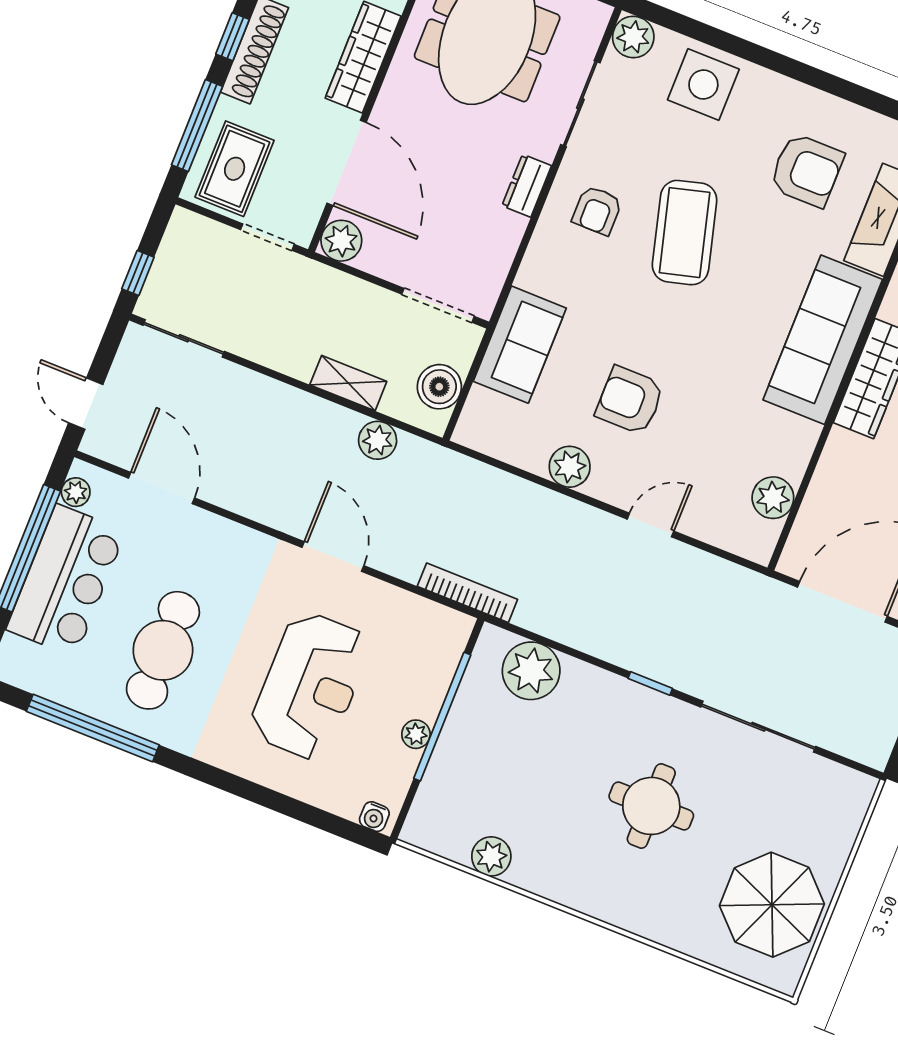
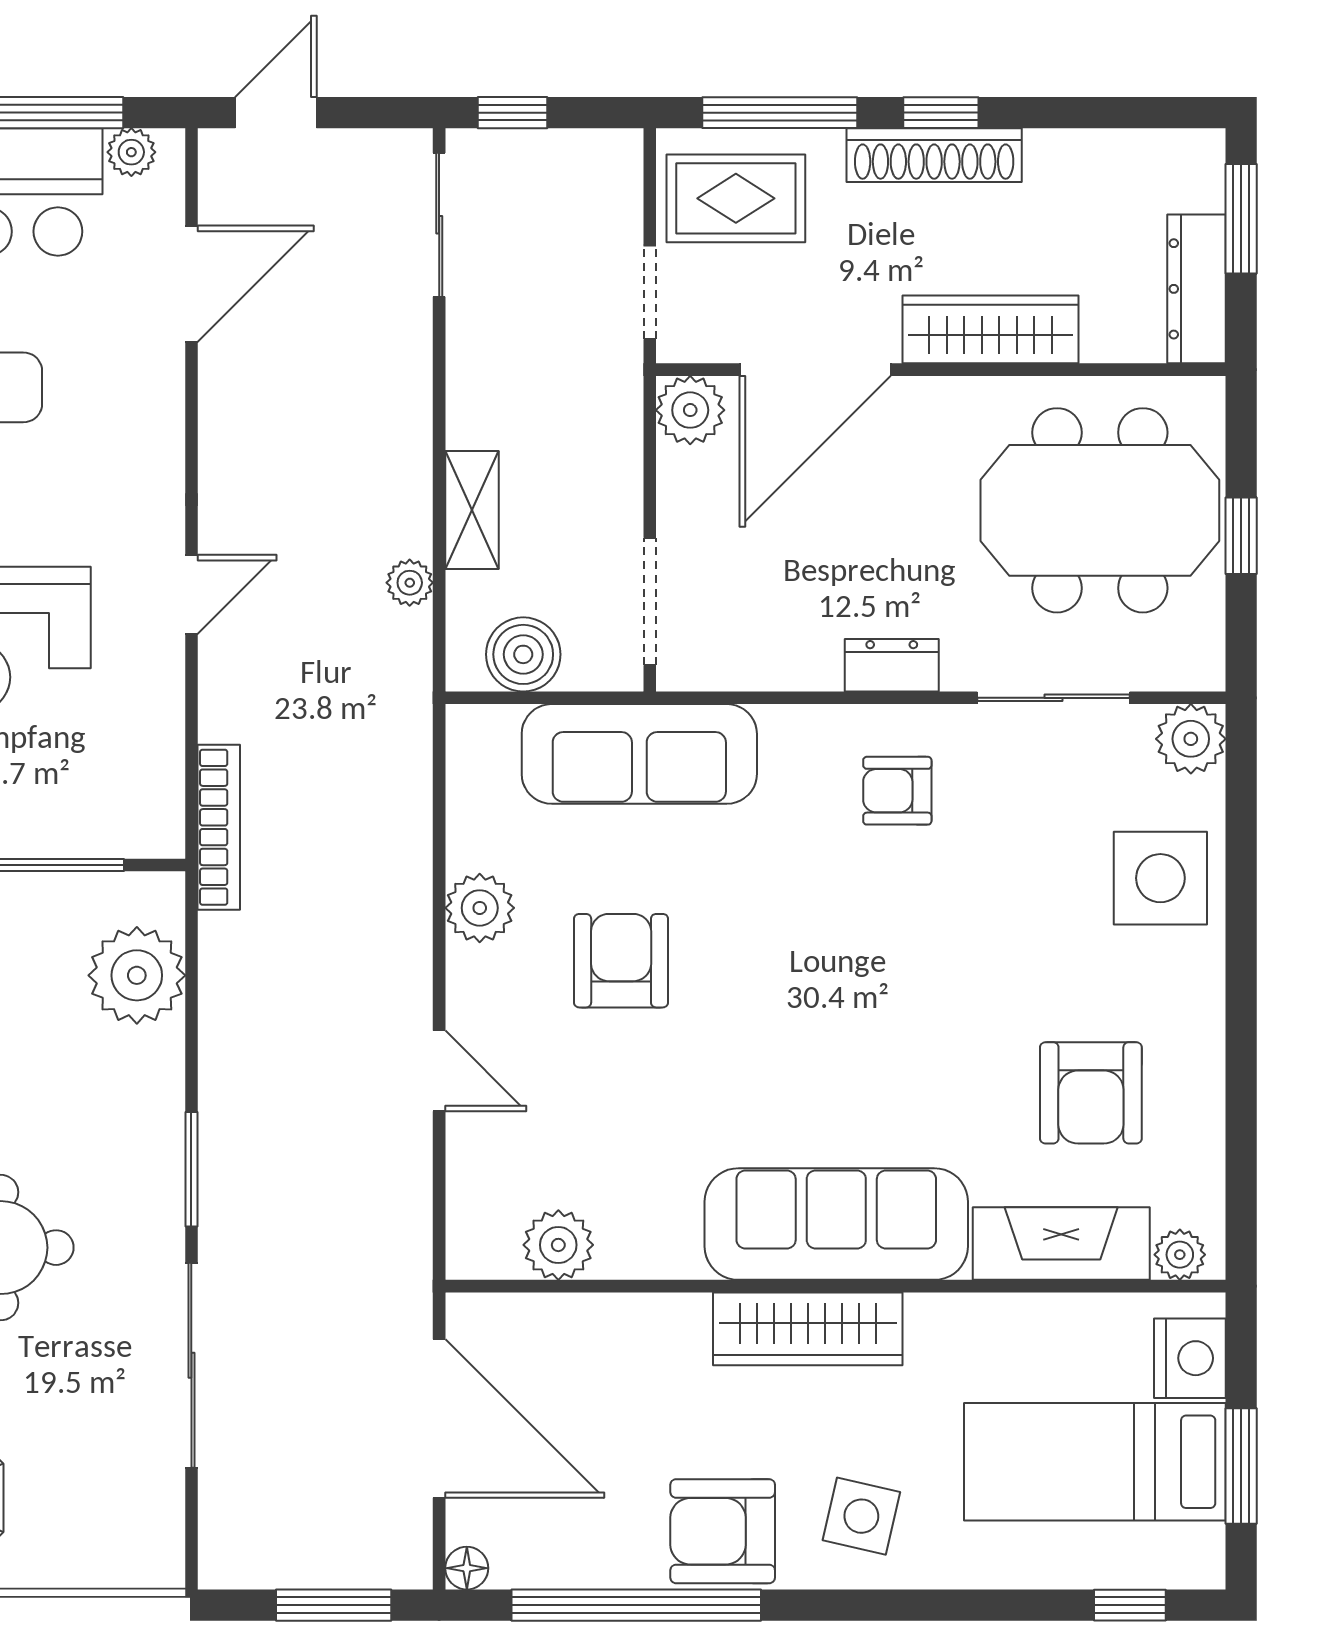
coffee table: (685, 233) -> (917, 941), removed
sofa: (520, 345) -> (639, 754), width x1.36
plant: (378, 440) -> (410, 583), width x0.73, depth x0.73
door: (333, 557) -> (191, 594), width x0.73
window: (650, 683) -> (191, 1169), width x1.50

